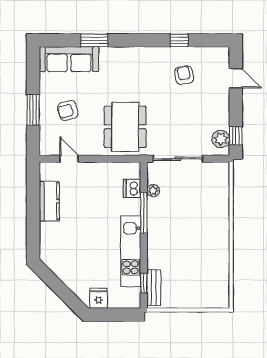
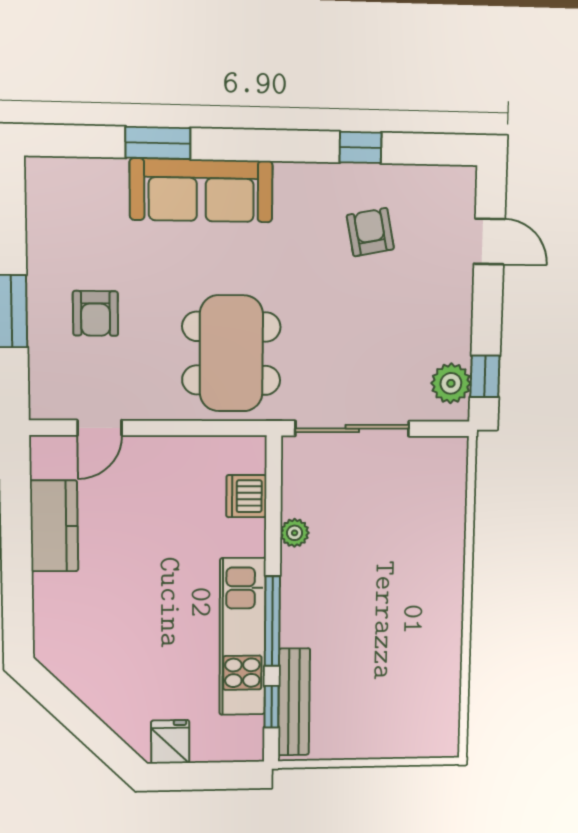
sofa: (69, 59) -> (201, 190), moved
armchair: (68, 111) -> (96, 313), turned -74
door: (69, 159) -> (100, 428), swing flipped
plant: (153, 191) -> (295, 533), moved
window: (144, 213) -> (272, 621), moved
bench: (154, 288) -> (294, 702), width x1.36

